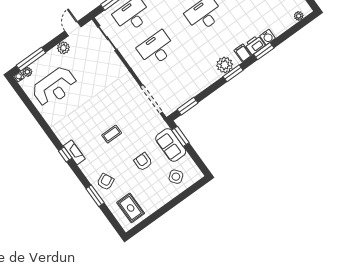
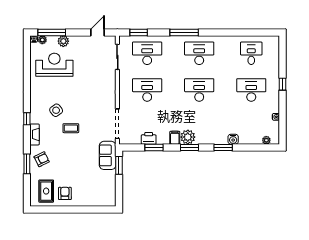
printer: (255, 45) -> (149, 138), moved
plant: (63, 48) -> (63, 41), moved
filing cabinet: (243, 53) -> (175, 138), moved
reception desk: (55, 87) -> (54, 65), turned 180
window: (188, 106) -> (154, 147), moved
sofa: (171, 145) -> (108, 155), moved
fireplace: (74, 152) -> (34, 134), moved
armchair: (143, 162) -> (65, 193), moved
side table: (176, 177) -> (56, 110), moved

